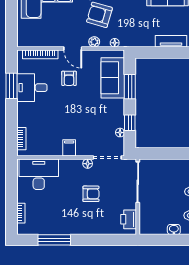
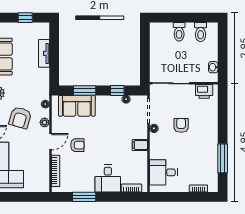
desk: (32, 88) -> (108, 178), moved
desk: (39, 174) -> (163, 172), width x0.73
washbasin: (174, 229) -> (213, 67), moved

